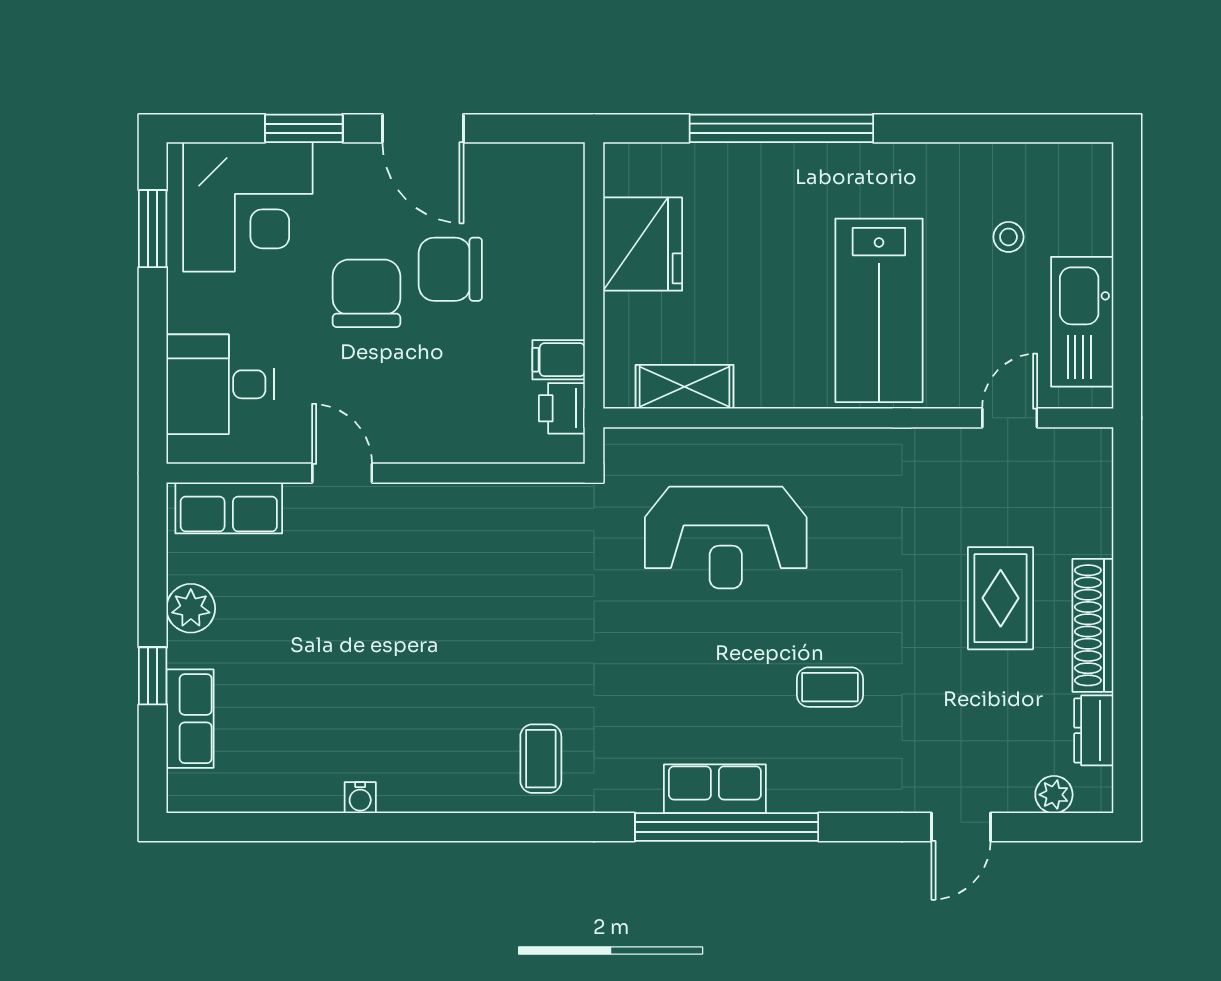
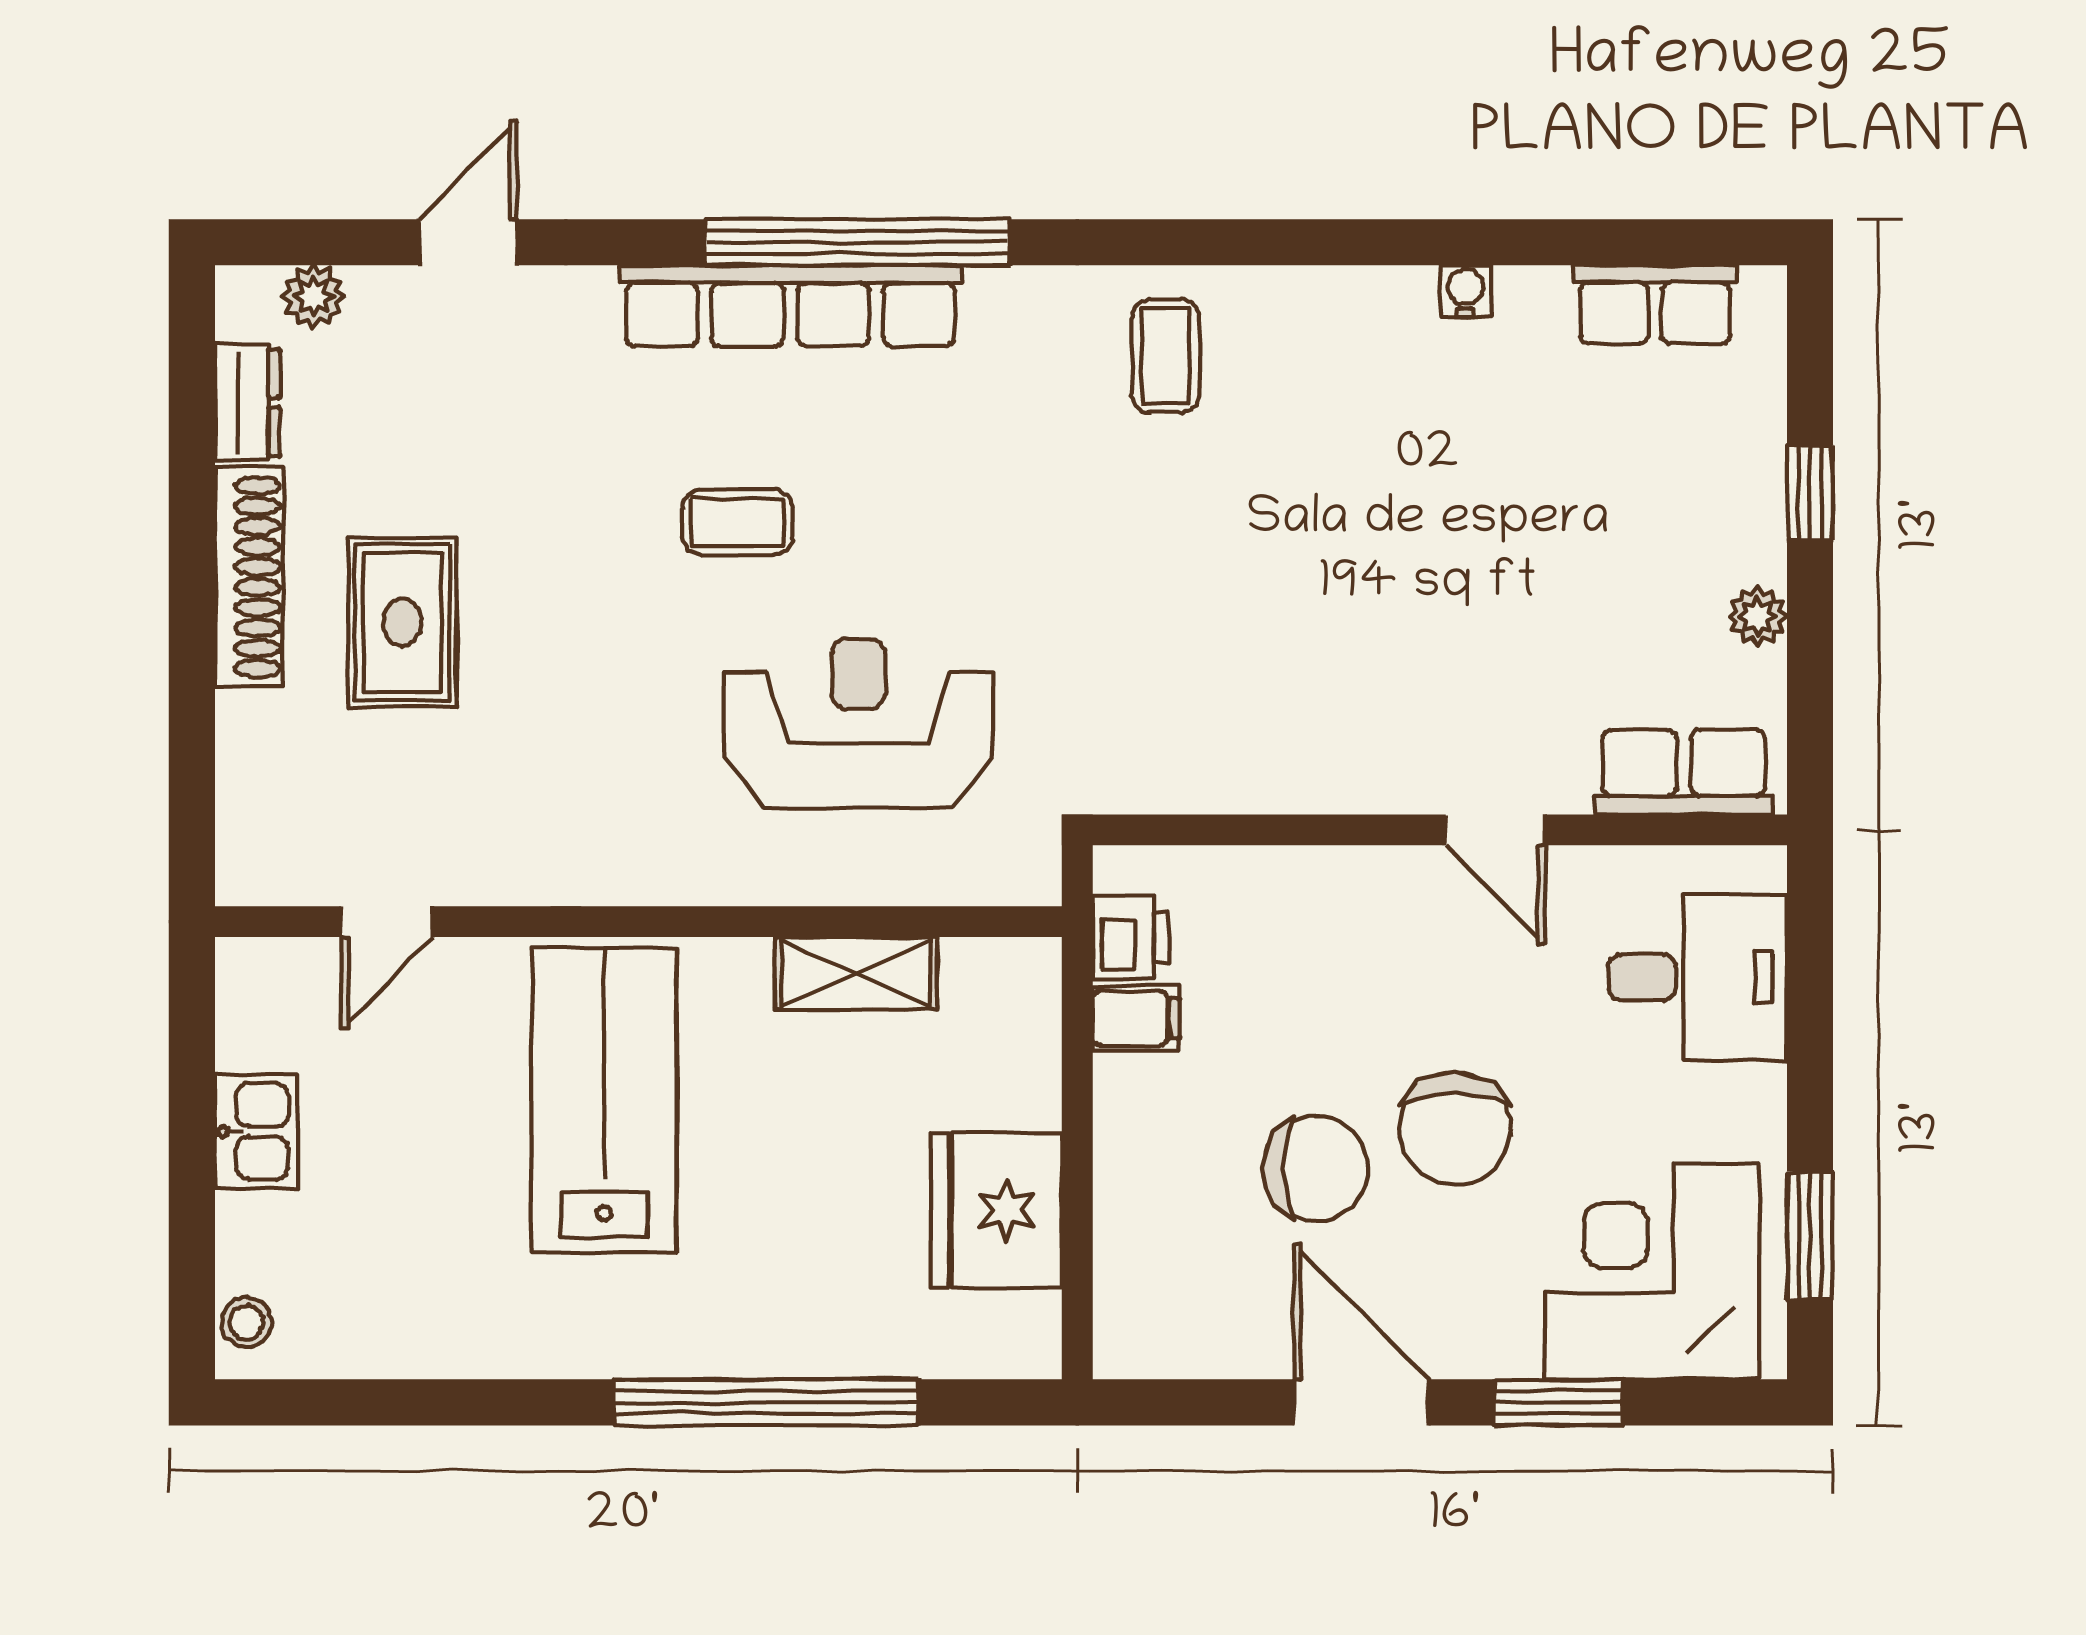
stool: (1008, 237) -> (246, 1322), moved
kitchen sink: (1082, 322) -> (256, 1131), width x0.53, depth x0.81
shelving: (685, 387) -> (856, 973), moved
plant: (191, 608) -> (1758, 616), width x0.73, depth x0.73
coffee table: (830, 687) -> (738, 522), moved
row of seats: (190, 719) -> (1655, 304), moved, turned -90
row of seats: (715, 789) -> (790, 306), width x2.02

